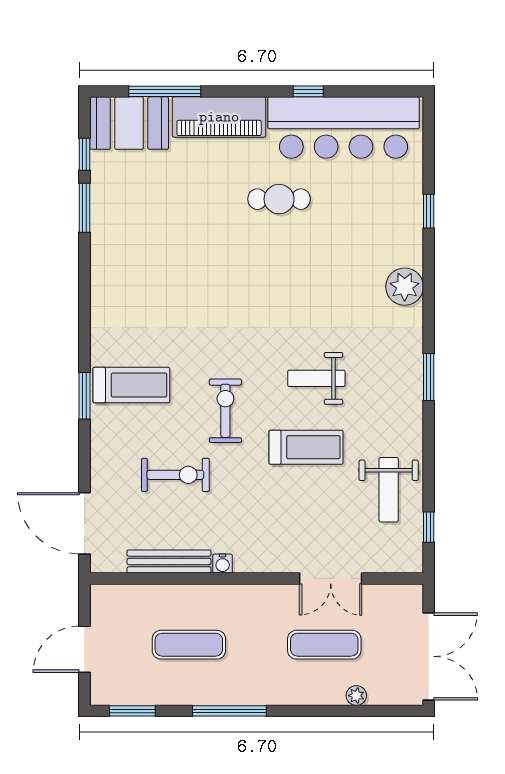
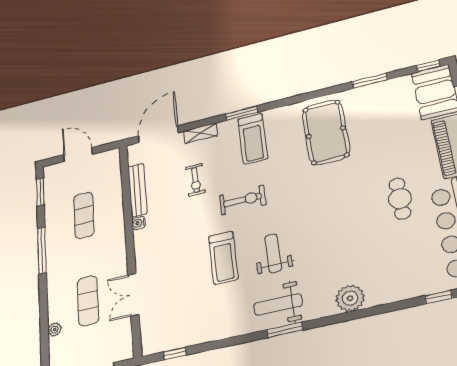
window: (84, 154) -> (428, 66), moved
window: (429, 211) -> (439, 297), moved
pool table: (150, 281) -> (326, 132), added
shelving: (101, 460) -> (201, 133), added
exercise bike: (175, 475) -> (195, 180), width x0.73, depth x0.72
weight bench: (389, 490) -> (278, 305), moved

